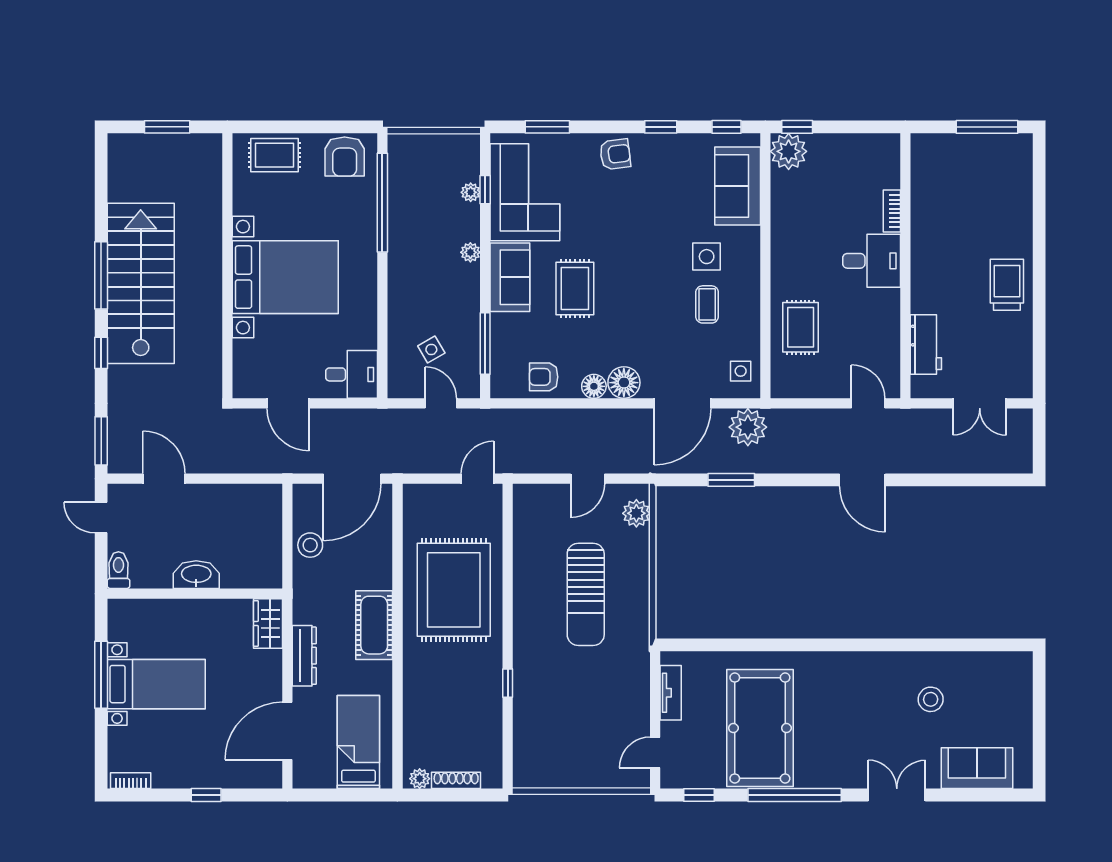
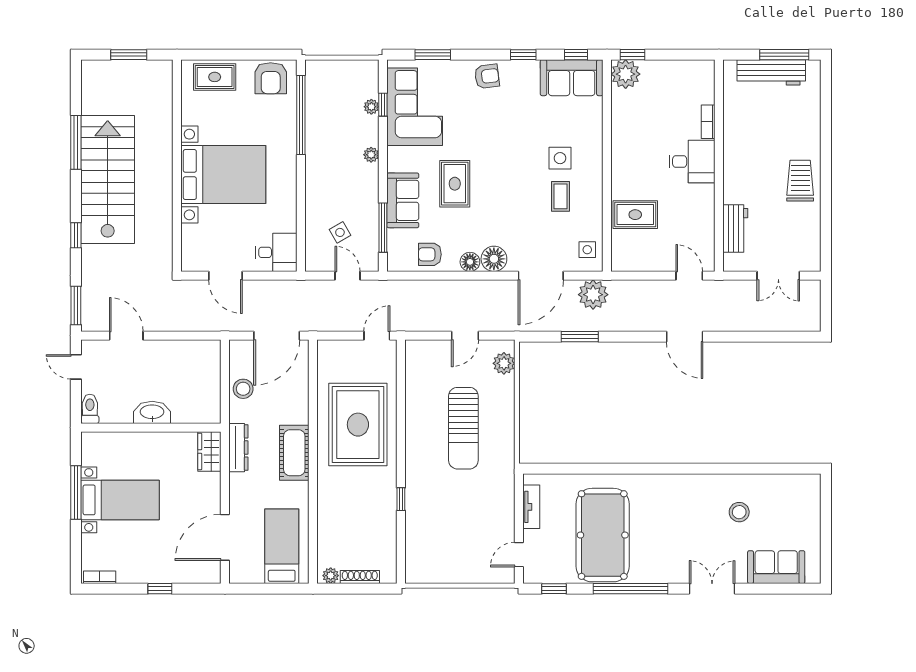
workbench: (971, 149) -> (771, 72), added
sofa: (738, 186) -> (572, 78), moved, turned -90
window: (101, 275) -> (76, 142), moved
sofa: (510, 277) -> (403, 200), moved
rug: (801, 327) -> (635, 215), turned 90
dresser: (304, 656) -> (238, 448), moved

